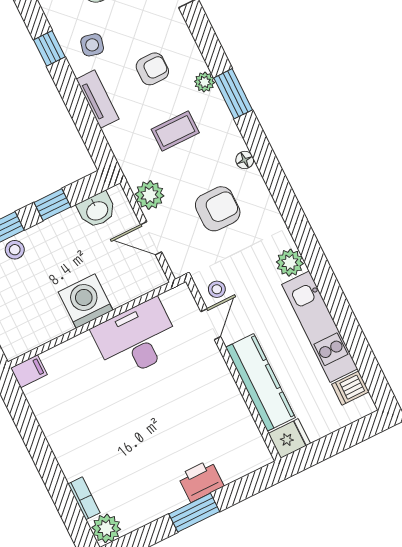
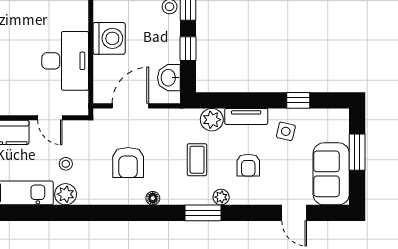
plant: (150, 195) -> (212, 120), moved
door: (151, 238) -> (130, 106), width x1.37
stool: (217, 289) -> (66, 164), moved

